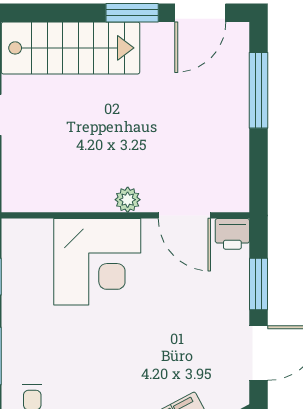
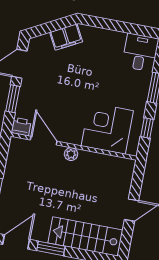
corner desk: (97, 262) -> (107, 128), moved

